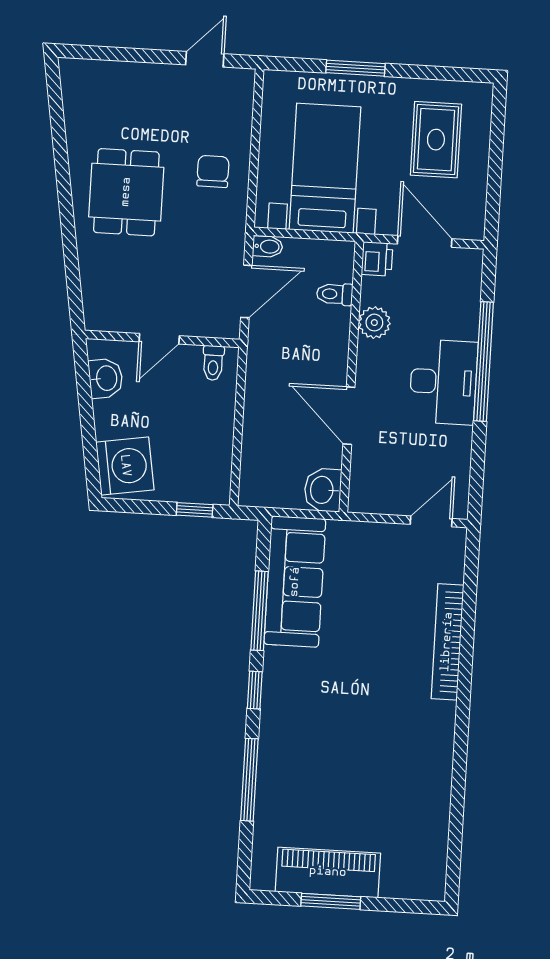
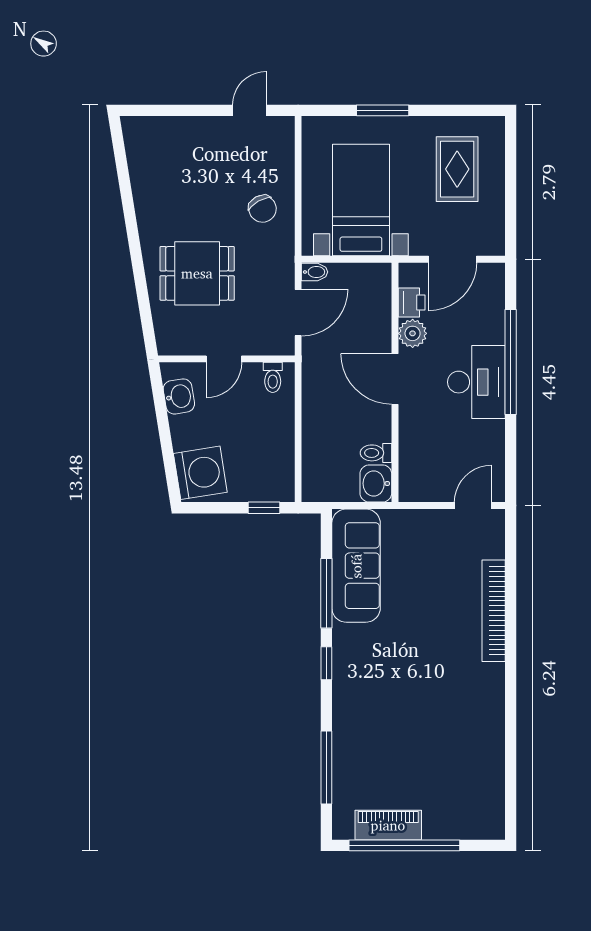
chair: (213, 171) -> (262, 209), turned 151
dining table: (126, 192) -> (197, 273), moved, turned 90
door: (425, 241) -> (453, 259), swing flipped
printer: (377, 259) -> (412, 302), moved
toilet: (335, 294) -> (376, 453), moved
door: (349, 416) -> (395, 379), moved
window: (249, 780) -> (326, 768), moved
piano: (328, 872) -> (388, 825), width x0.73, depth x0.75
window: (331, 901) -> (404, 845), width x2.11

